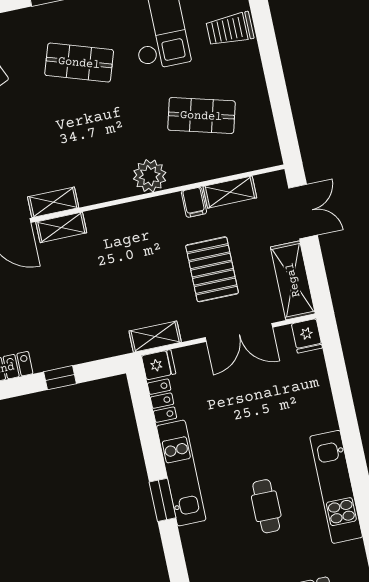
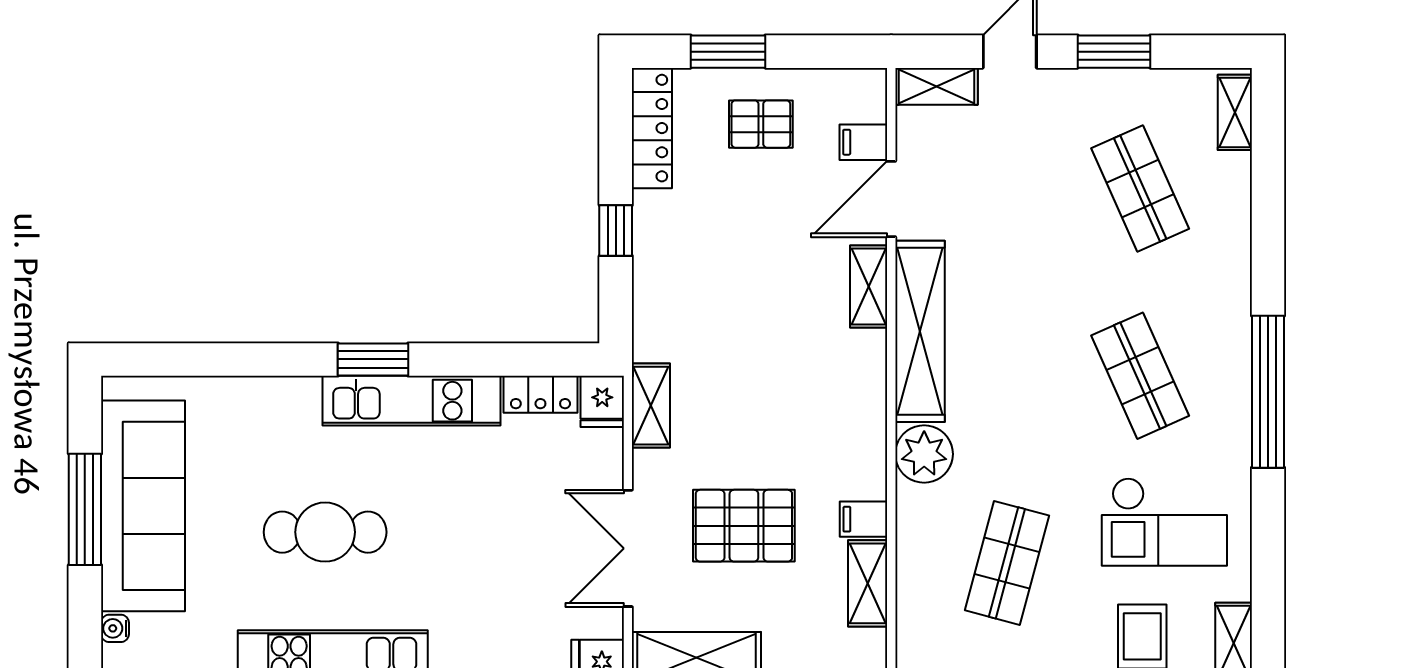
shop shelf: (79, 63) -> (1140, 376), turned -42
shelving: (53, 202) -> (920, 331), width x2.20, depth x1.33
cafe table: (266, 506) -> (325, 532), width x1.37, depth x1.35

